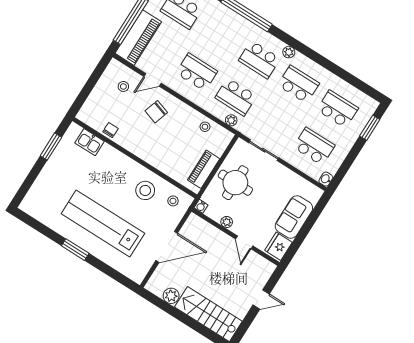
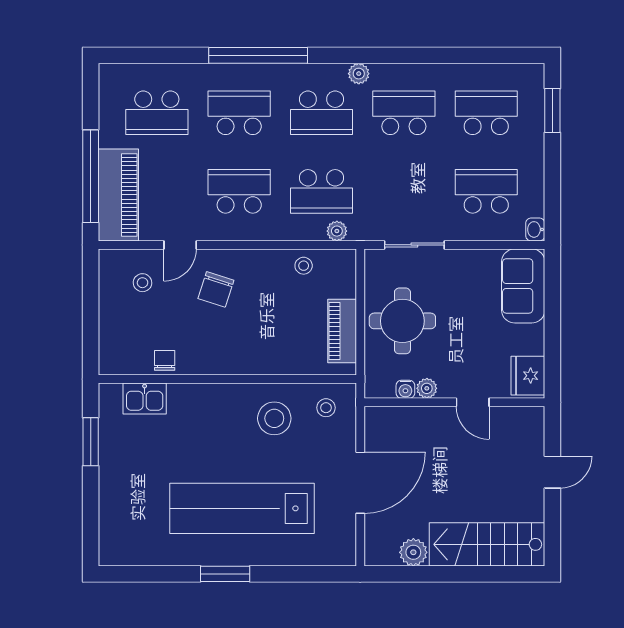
school desk: (220, 35) -> (239, 113), added
water cooler: (201, 206) -> (405, 389), moved
sofa: (294, 217) -> (523, 286), moved

